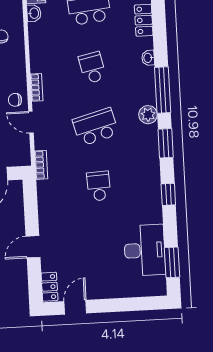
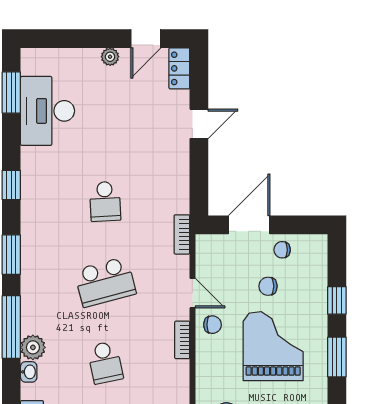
plant: (148, 115) -> (33, 347), moved
plant: (101, 293) -> (110, 57), added

